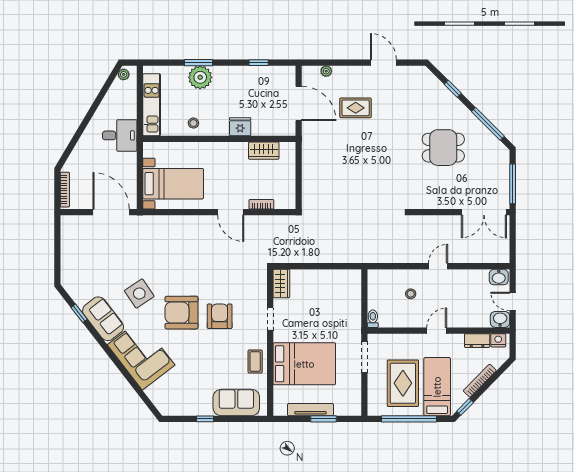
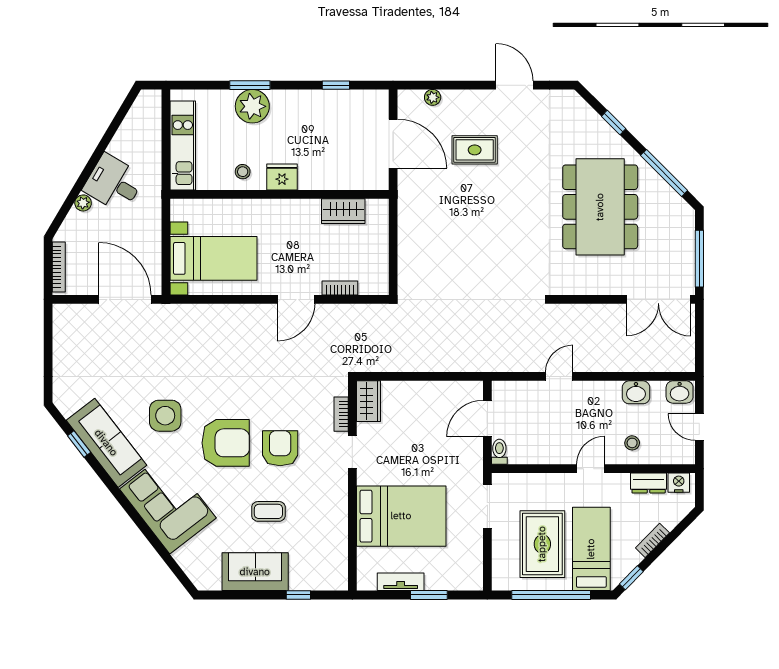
plant: (124, 74) -> (83, 203), moved
fridge: (240, 127) -> (282, 177), moved
desk: (120, 135) -> (114, 183), moved, turned -149
dining table: (443, 148) -> (600, 207), width x1.87, depth x1.24
door: (231, 212) -> (296, 299), hinge flipped
door: (438, 266) -> (559, 376), moved
bookcase: (262, 292) -> (341, 414), added
side table: (139, 294) -> (165, 416), turned 34
stool: (411, 294) -> (632, 443), moved
door: (364, 296) -> (487, 419), added
armchair: (182, 313) -> (226, 443), turned 180
sofa: (103, 319) -> (106, 443), width x1.36
washbasin: (500, 319) -> (636, 392), moved, turned 180
coffee table: (255, 362) -> (268, 511), moved, turned 90
bookcase: (480, 381) -> (652, 540), width x0.64
sofa: (236, 403) -> (255, 572), moved
tv unit: (310, 410) -> (401, 582), width x0.71
window: (205, 419) -> (298, 595), moved

